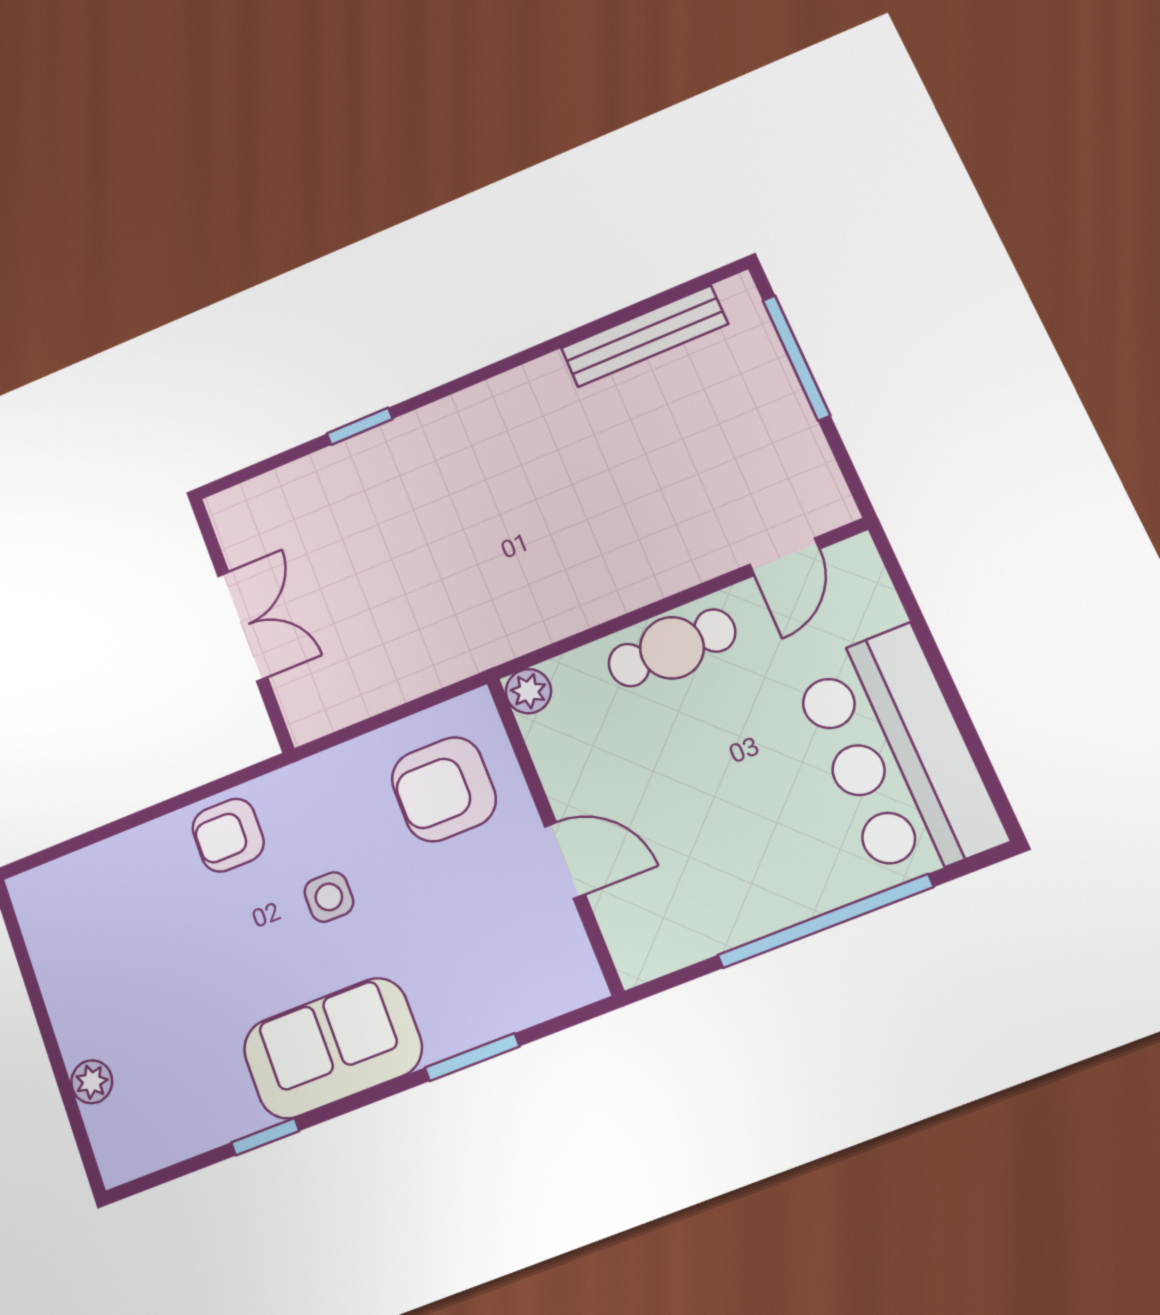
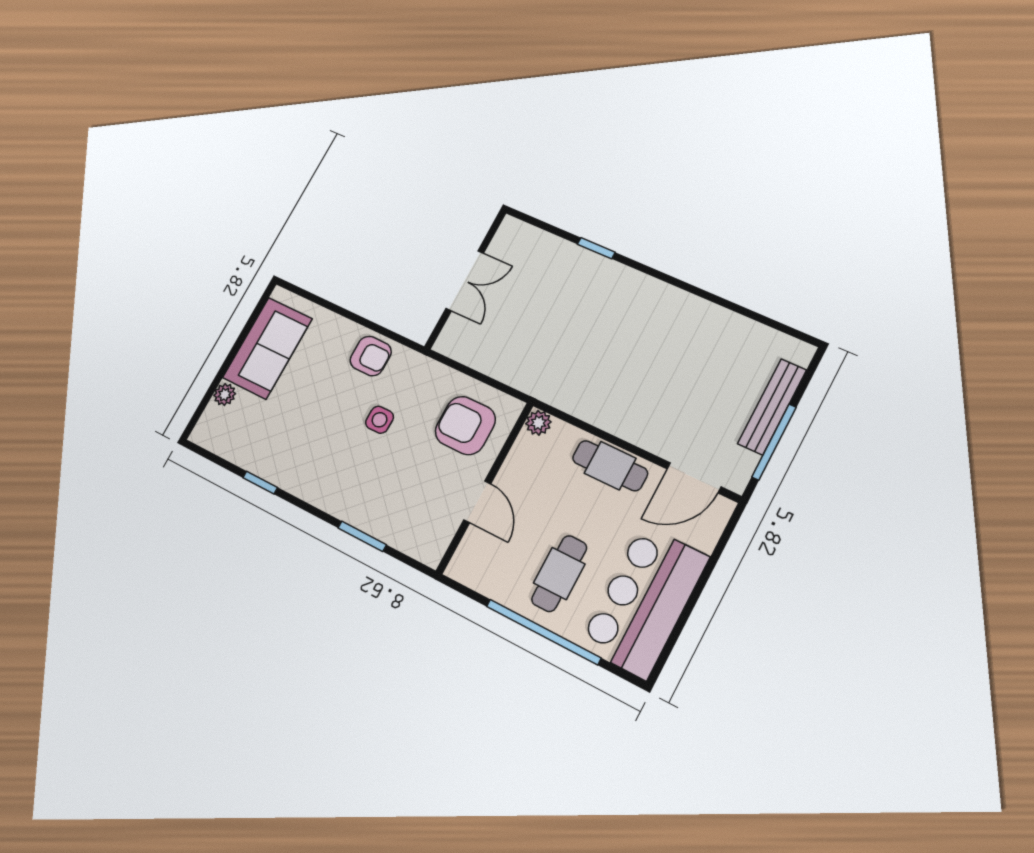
bench: (644, 336) -> (772, 407), moved, turned 90
window: (796, 358) -> (774, 442), moved
door: (784, 557) -> (694, 478), width x1.38
cafe table: (762, 834) -> (559, 574), added
armchair: (228, 835) -> (371, 356), turned 180
sofa: (333, 1048) -> (267, 348), moved, turned 90

